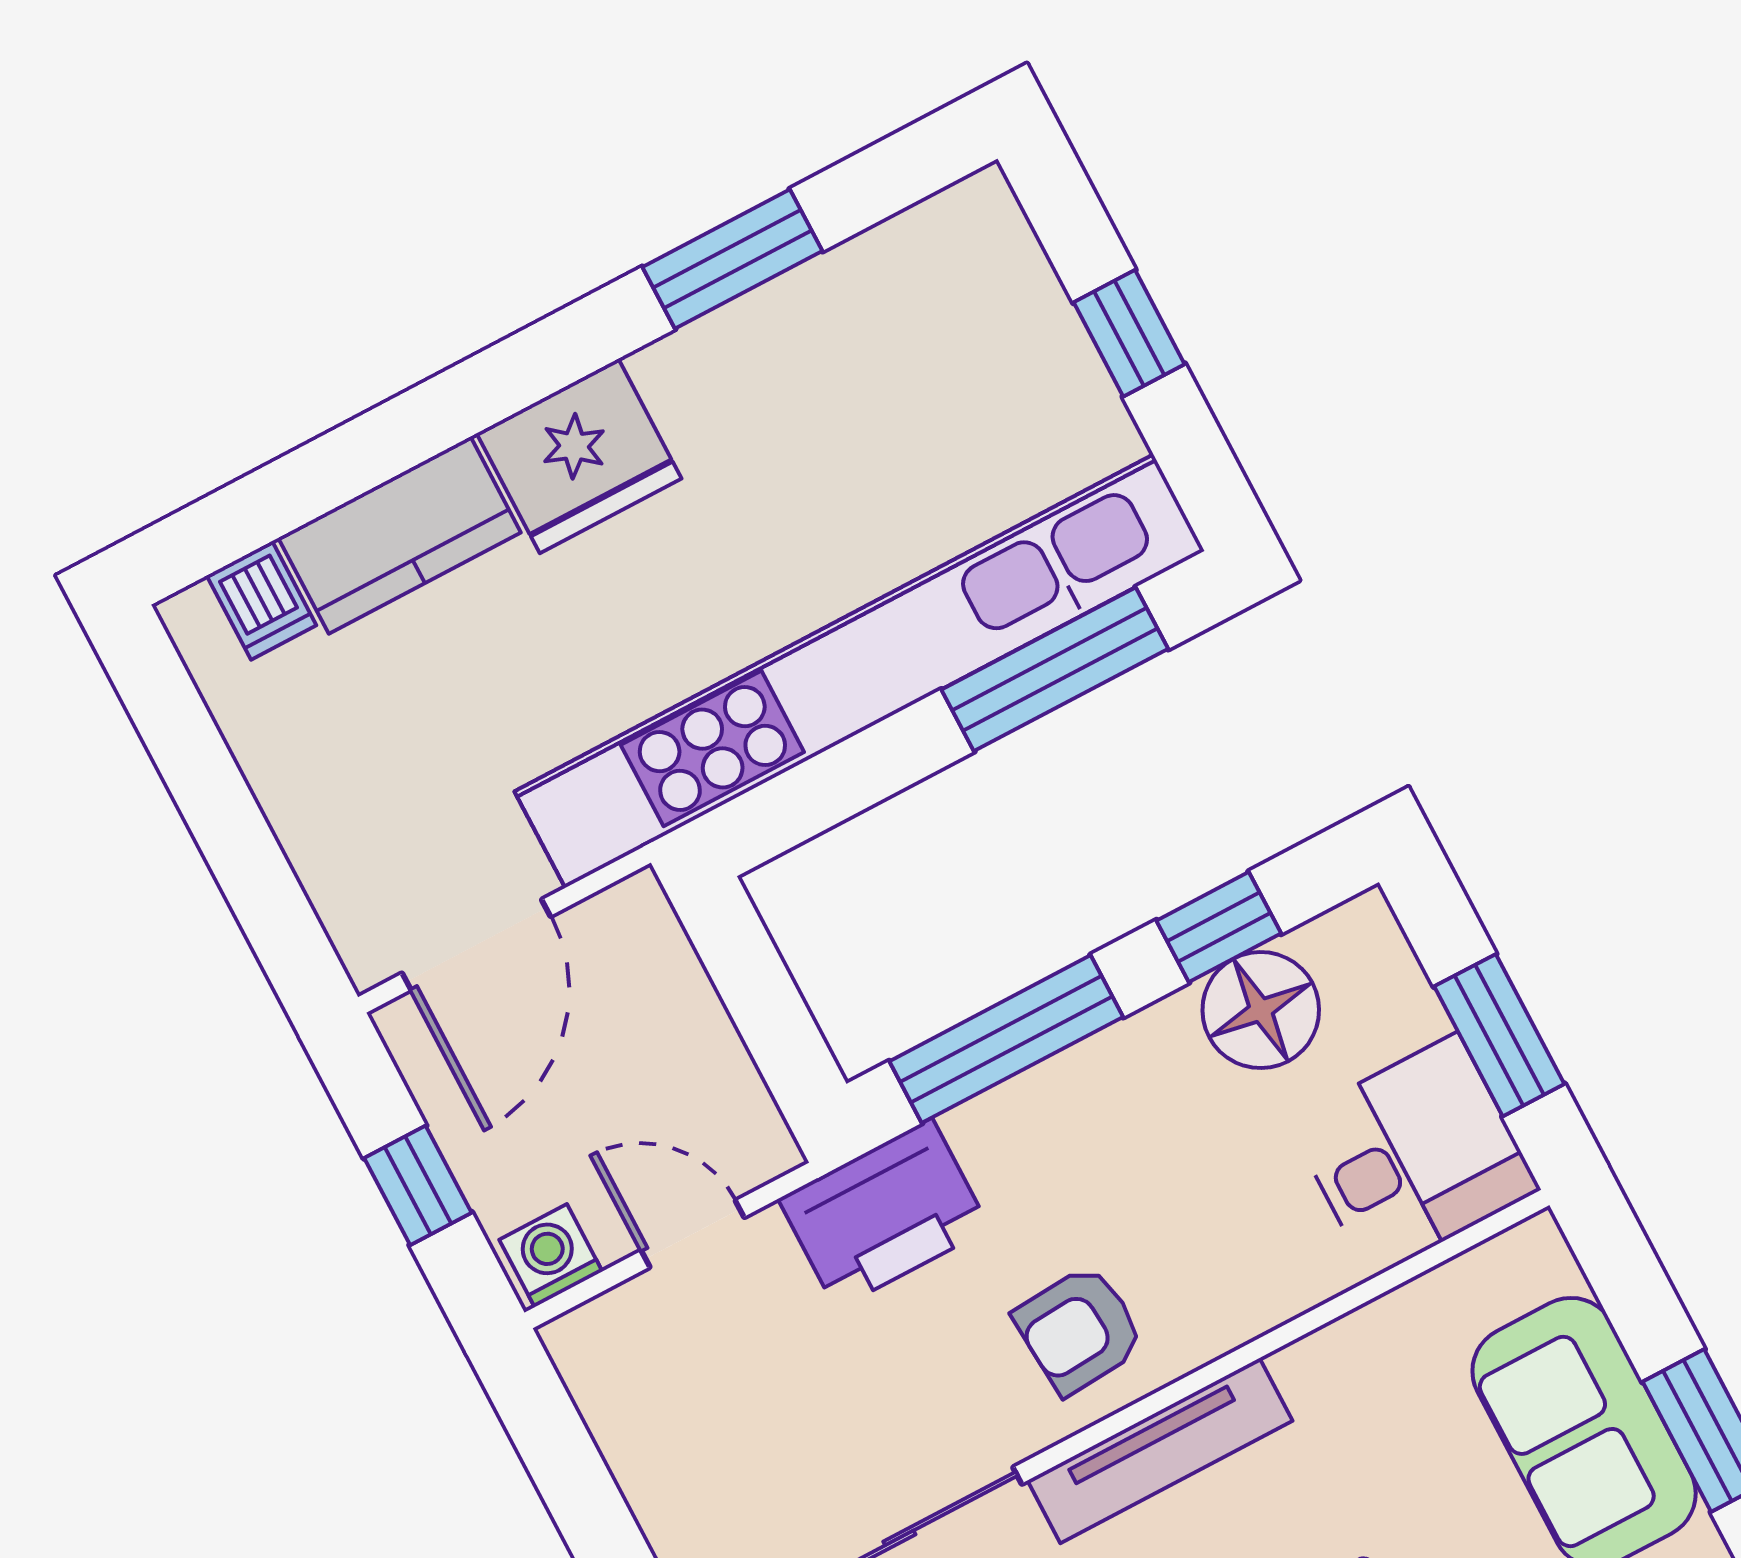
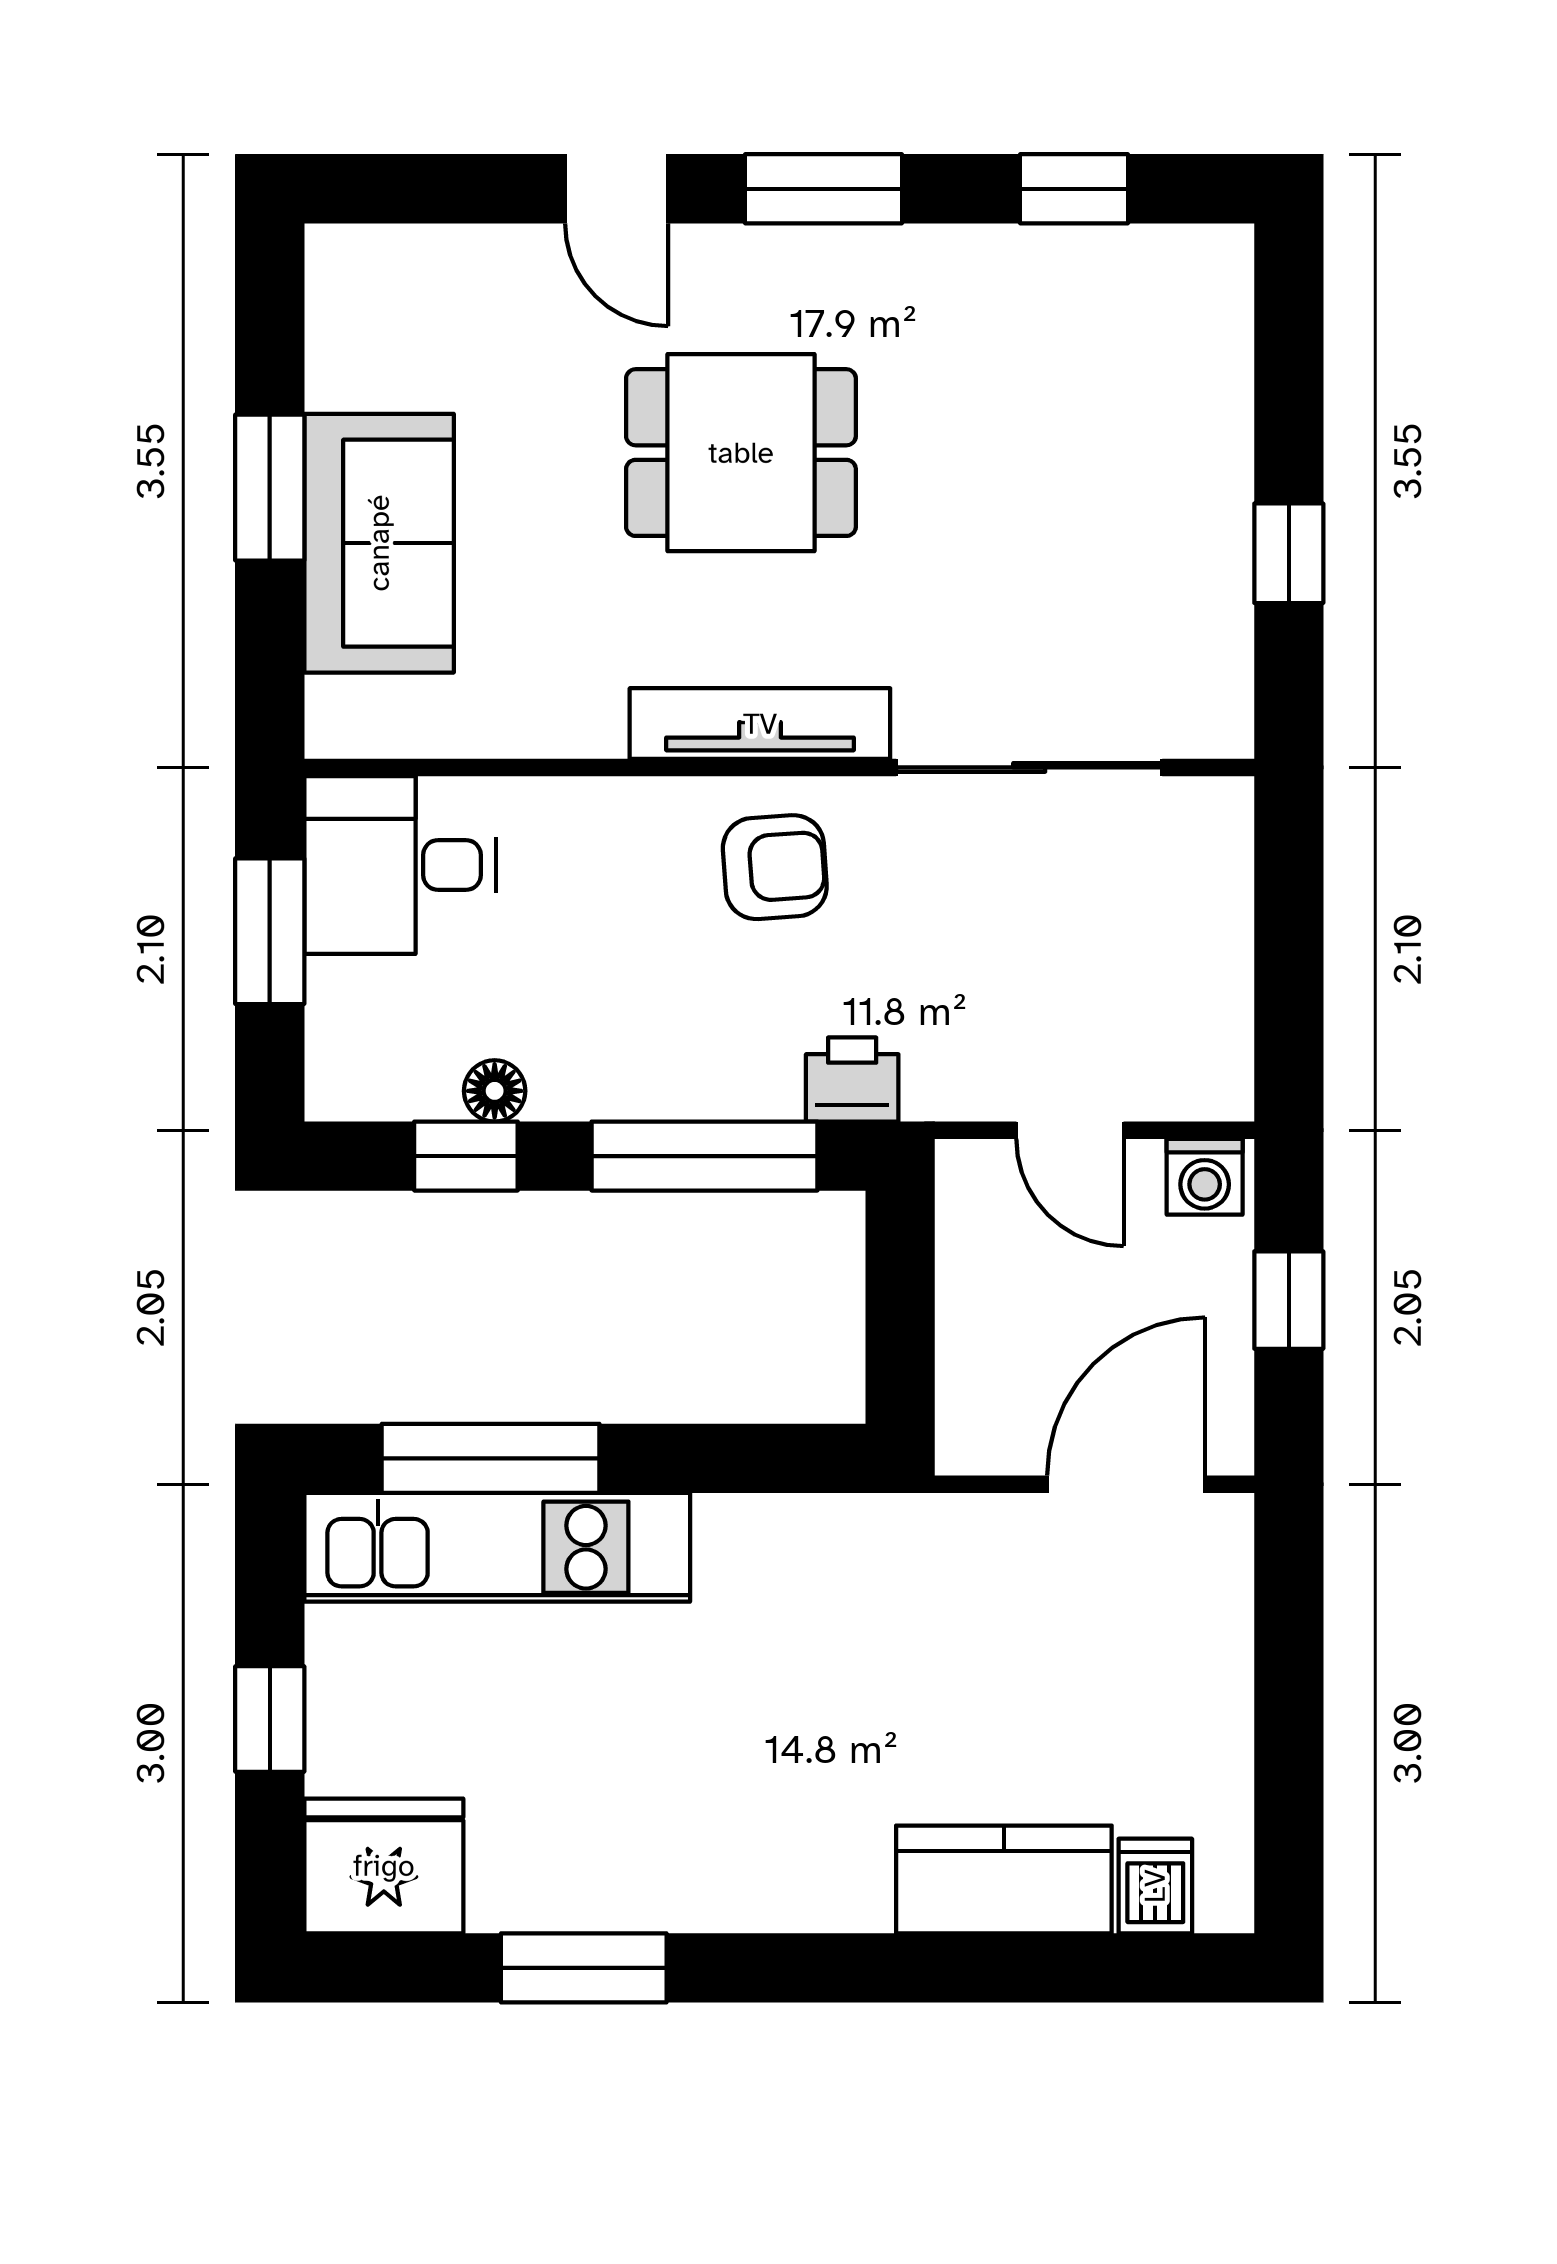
fridge: (579, 456) -> (384, 1866), moved
kitchen unit: (859, 671) -> (497, 1547), width x0.54
floor lamp: (1261, 1010) -> (495, 1091), width x0.53, depth x0.53
printer: (884, 1214) -> (852, 1079), width x0.53, depth x0.68

